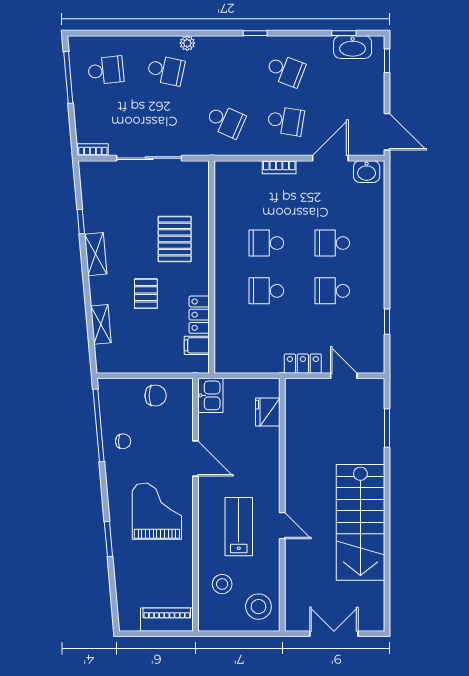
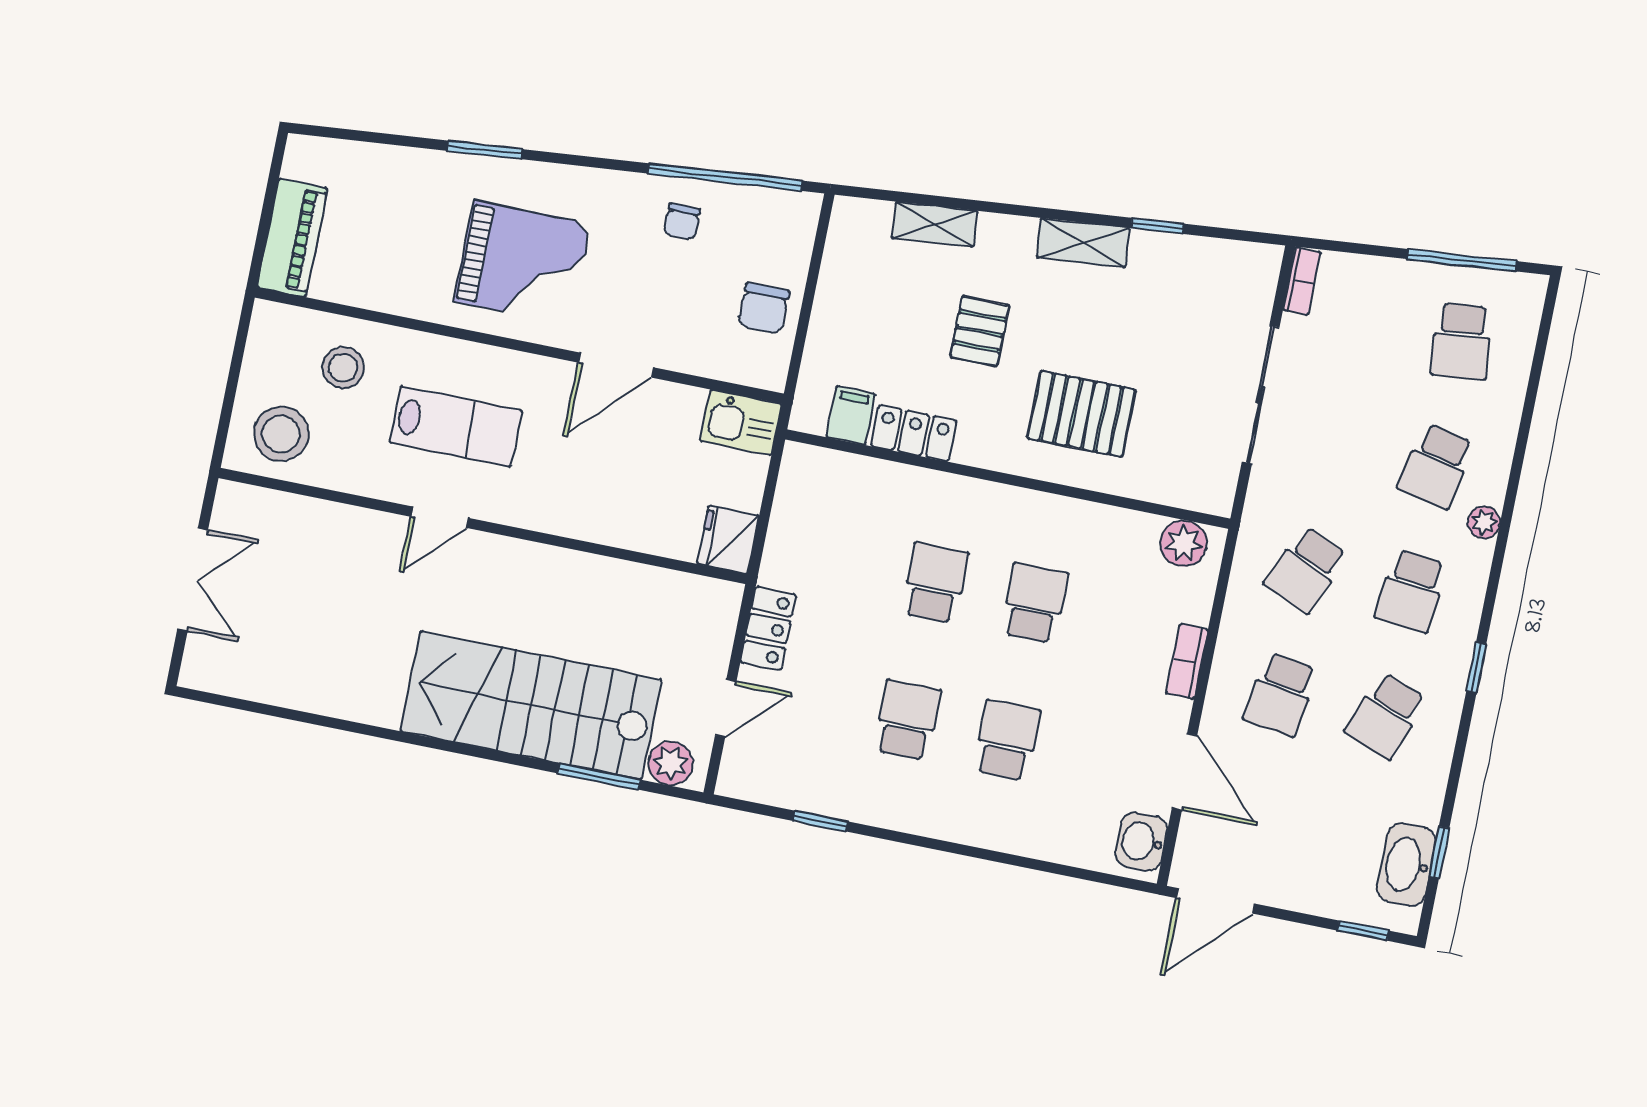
school desk: (226, 70) -> (1411, 591), added
plant: (225, 180) -> (1183, 543), added
pallet: (146, 294) -> (980, 331), turned 90
plant: (374, 396) -> (671, 763), added
fridge: (268, 412) -> (728, 540), moved, turned -90
stairs: (360, 522) -> (531, 705), moved

